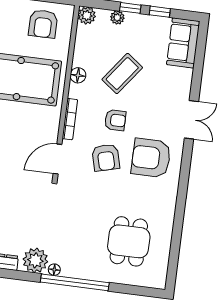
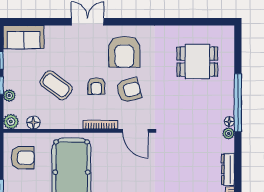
floor lamp: (78, 75) -> (33, 123), moved
armchair: (115, 120) -> (96, 86), turned 180
plant: (35, 260) -> (229, 133), width x0.53, depth x0.53

